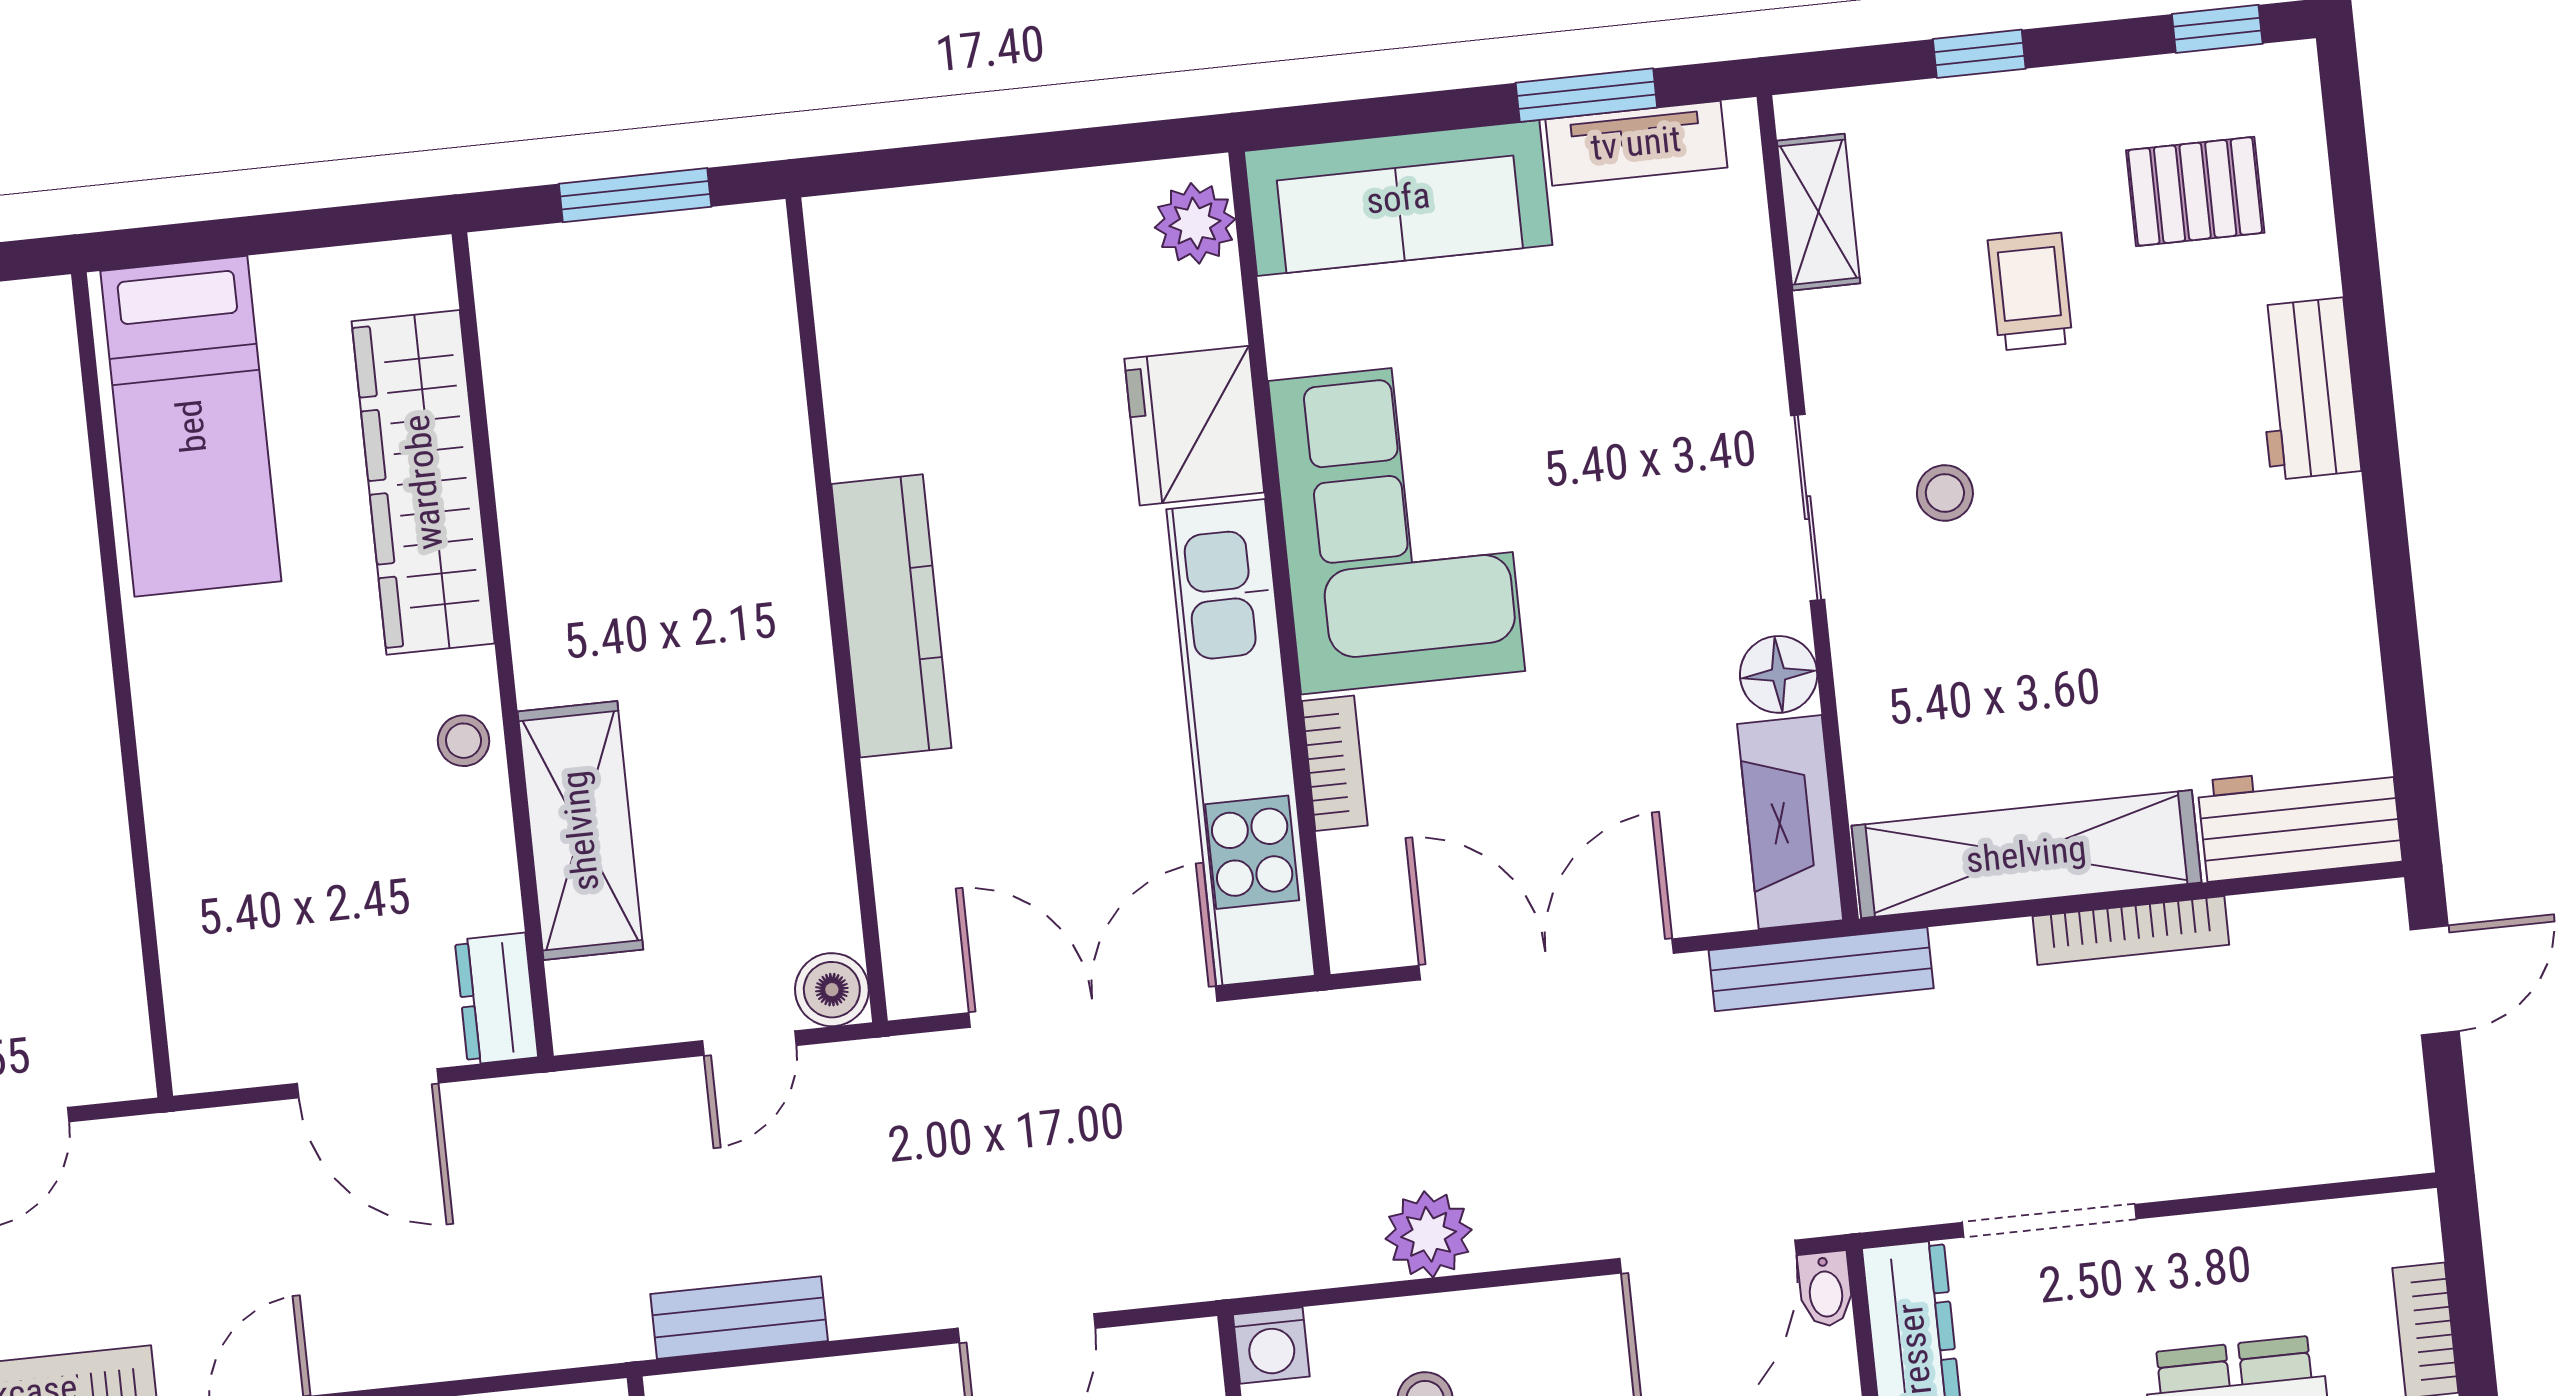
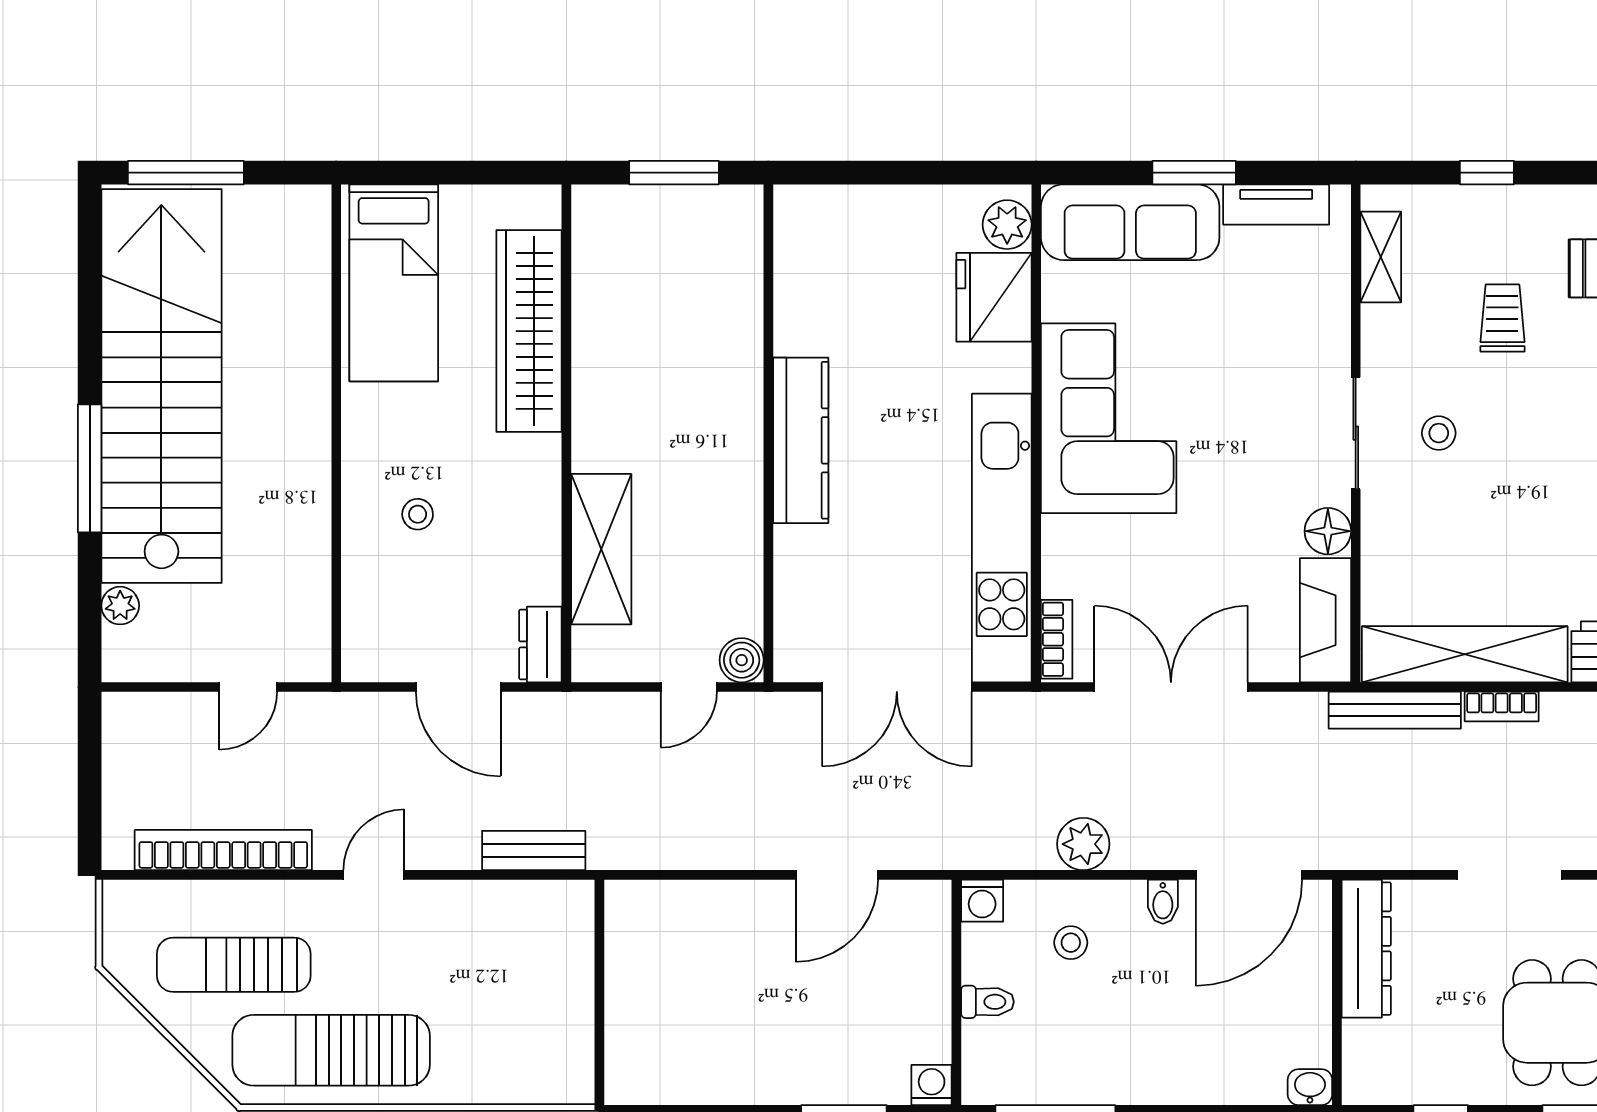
window: (1586, 95) -> (1194, 173), moved
fridge: (1194, 426) -> (994, 297), moved
stool: (464, 741) -> (418, 514), moved
bookcase: (1335, 763) -> (1057, 639), moved
bookcase: (2131, 931) -> (1502, 706), width x0.64
bench: (1821, 969) -> (1395, 710), moved
double door: (1093, 1007) -> (897, 687), swing flipped
doorway: (2049, 1221) -> (1509, 875), moved
bidet: (1825, 1289) -> (1163, 902), moved
bench: (739, 1318) -> (534, 851), moved

